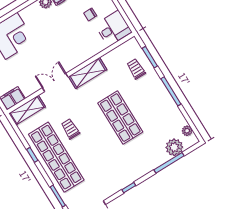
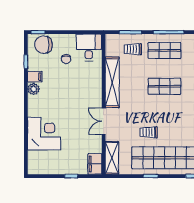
shelving: (88, 73) -> (112, 82), width x1.47
shop shelf: (152, 98) -> (164, 50), added
shop shelf: (120, 118) -> (164, 86), width x0.70, depth x0.74

